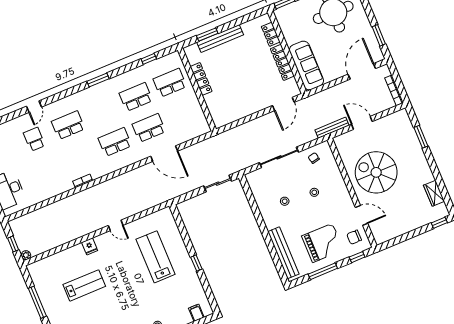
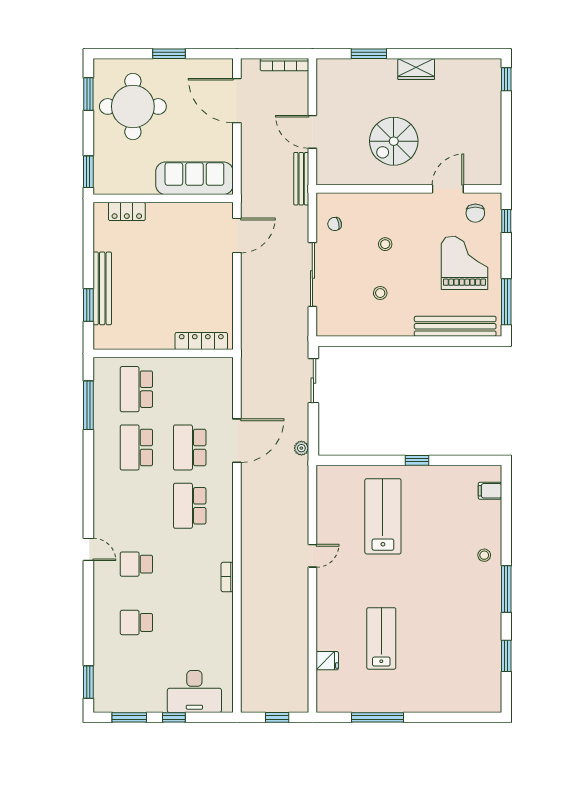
window: (379, 35) -> (169, 54), moved
window: (149, 59) -> (88, 405), width x2.17
locker: (282, 62) -> (175, 212), removed
locker: (201, 79) -> (201, 341), moved
window: (98, 80) -> (88, 493), removed
door: (283, 104) -> (237, 236), hinge flipped
door: (34, 107) -> (88, 549), moved
door: (362, 123) -> (312, 132), hinge flipped
school desk: (68, 125) -> (136, 564), width x0.54
spiral stairs: (376, 172) -> (394, 141), width x0.73, depth x0.73
wardrobe: (434, 193) -> (416, 69), moved
fridge: (90, 246) -> (327, 661), moved
plant: (26, 255) -> (301, 448), moved
lab bench: (156, 257) -> (383, 516), turned 90
window: (323, 271) -> (506, 302), moved

